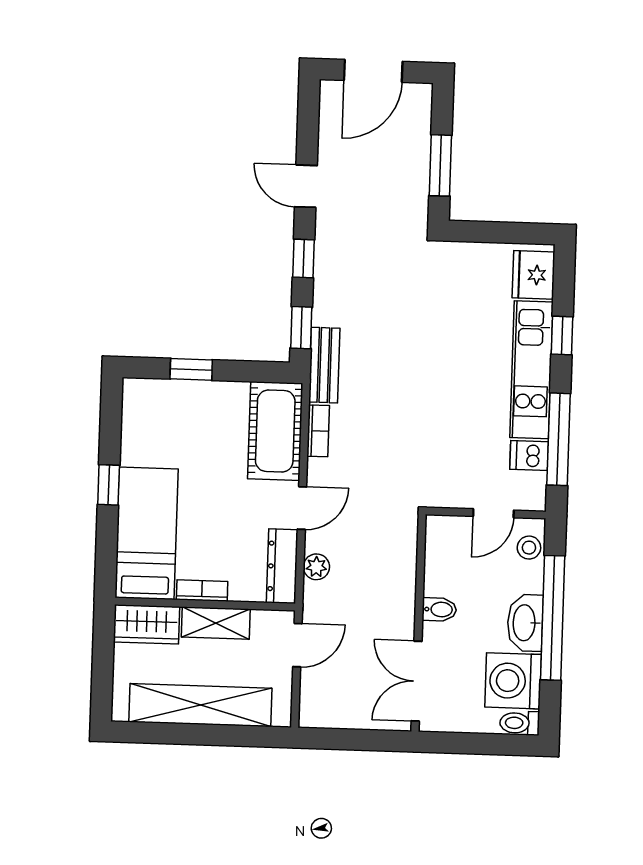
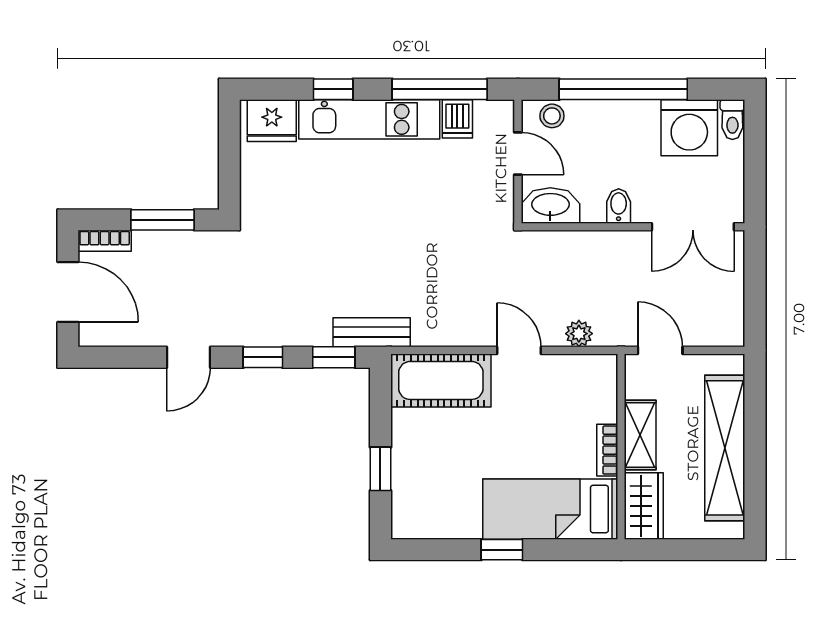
bookcase: (318, 431) -> (105, 241), moved, turned 180
dresser: (282, 566) -> (580, 369), removed
washbasin: (525, 623) -> (550, 205), moved, turned 180

